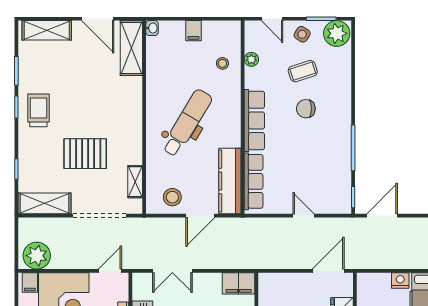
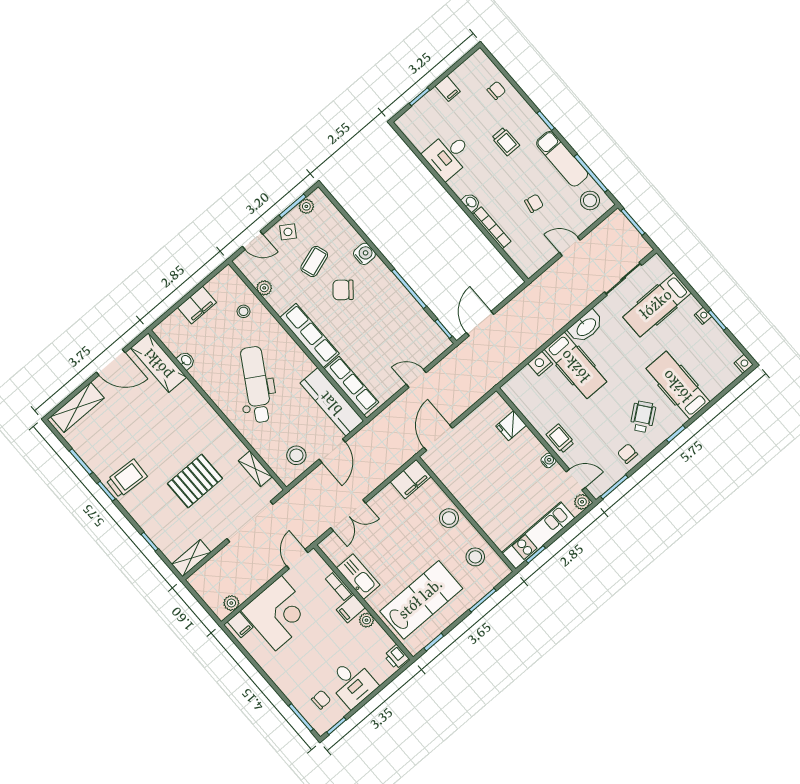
washbasin: (152, 28) -> (186, 360), moved
filing cabinet: (193, 31) -> (197, 305), width x2.00
plant: (337, 33) -> (306, 206), width x0.53, depth x0.53
water cooler: (343, 96) -> (364, 254), added
chair: (306, 109) -> (343, 290), turned 40
trolley: (38, 110) -> (127, 478), turned 93
shelving: (45, 203) -> (191, 558), width x0.67, depth x0.75
plant: (37, 256) -> (231, 603), width x0.53, depth x0.53
door: (328, 271) -> (438, 438), moved

